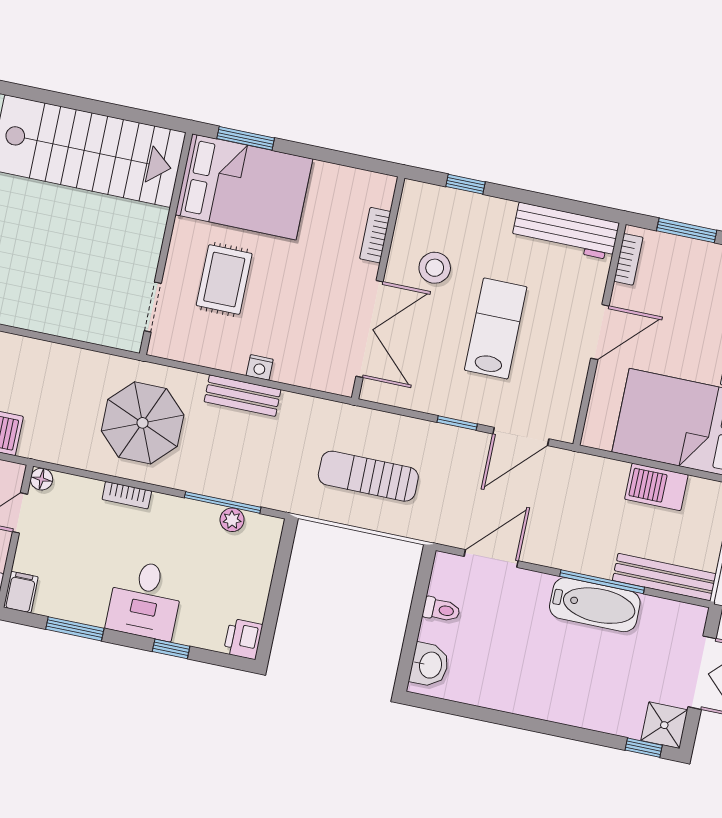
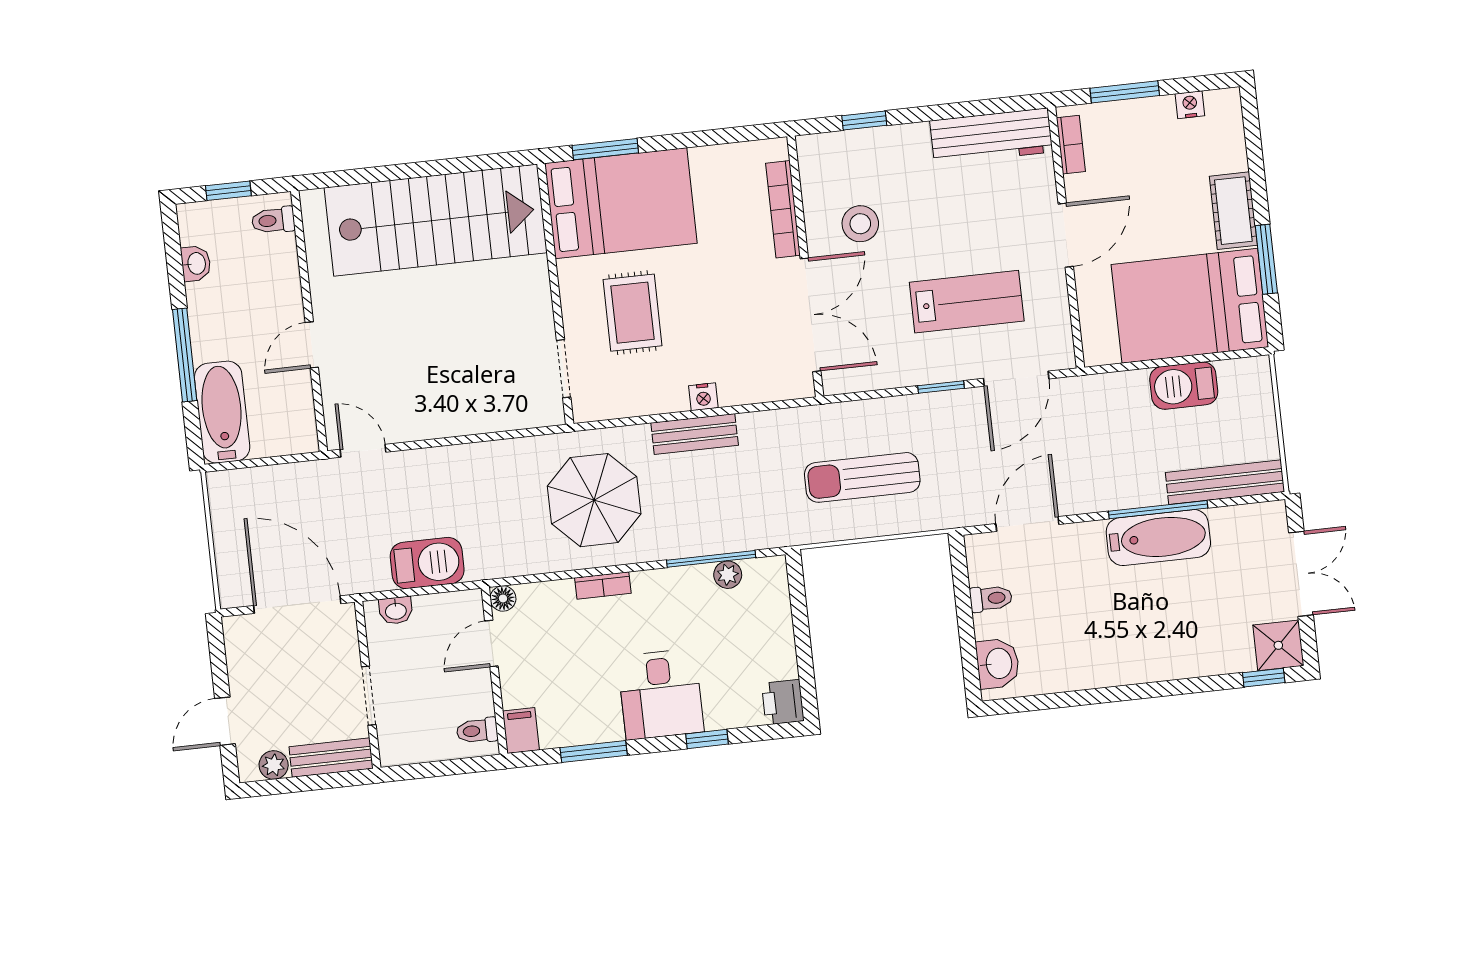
bookcase: (375, 235) -> (783, 209), width x1.56
lab bench: (496, 328) -> (967, 302), moved, turned 90

